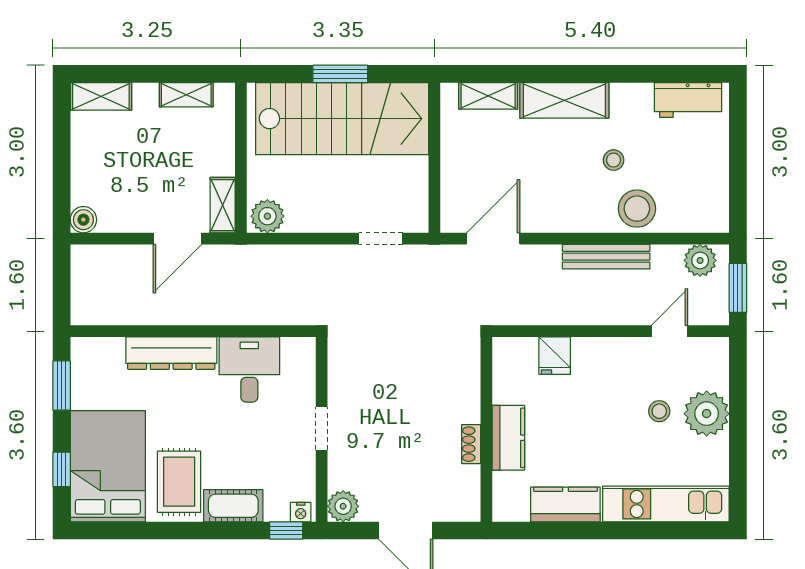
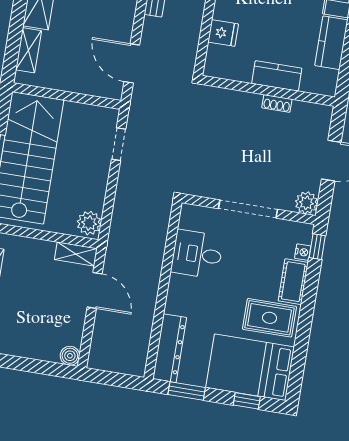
dresser: (171, 353) -> (170, 348), moved
doorway: (322, 428) -> (248, 209), width x1.87
nightstand: (301, 512) -> (303, 252), moved

